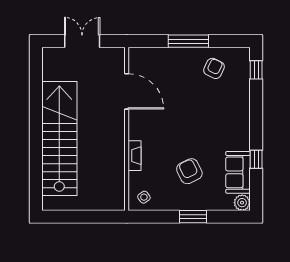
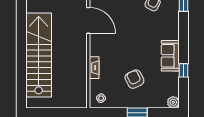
sofa: (238, 172) -> (170, 56), moved

